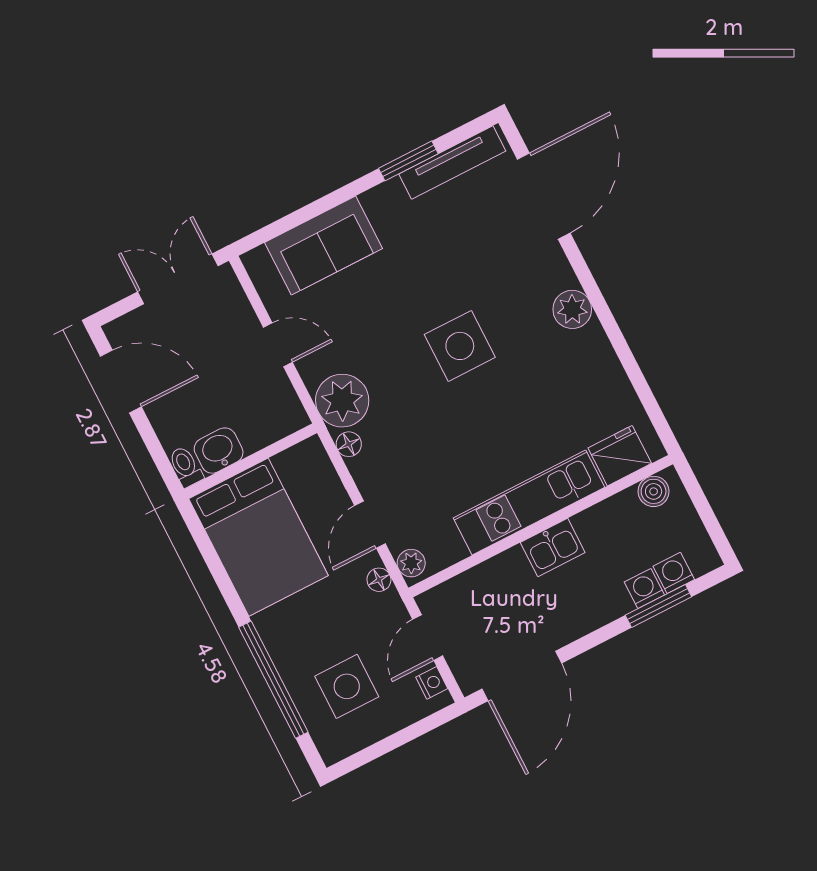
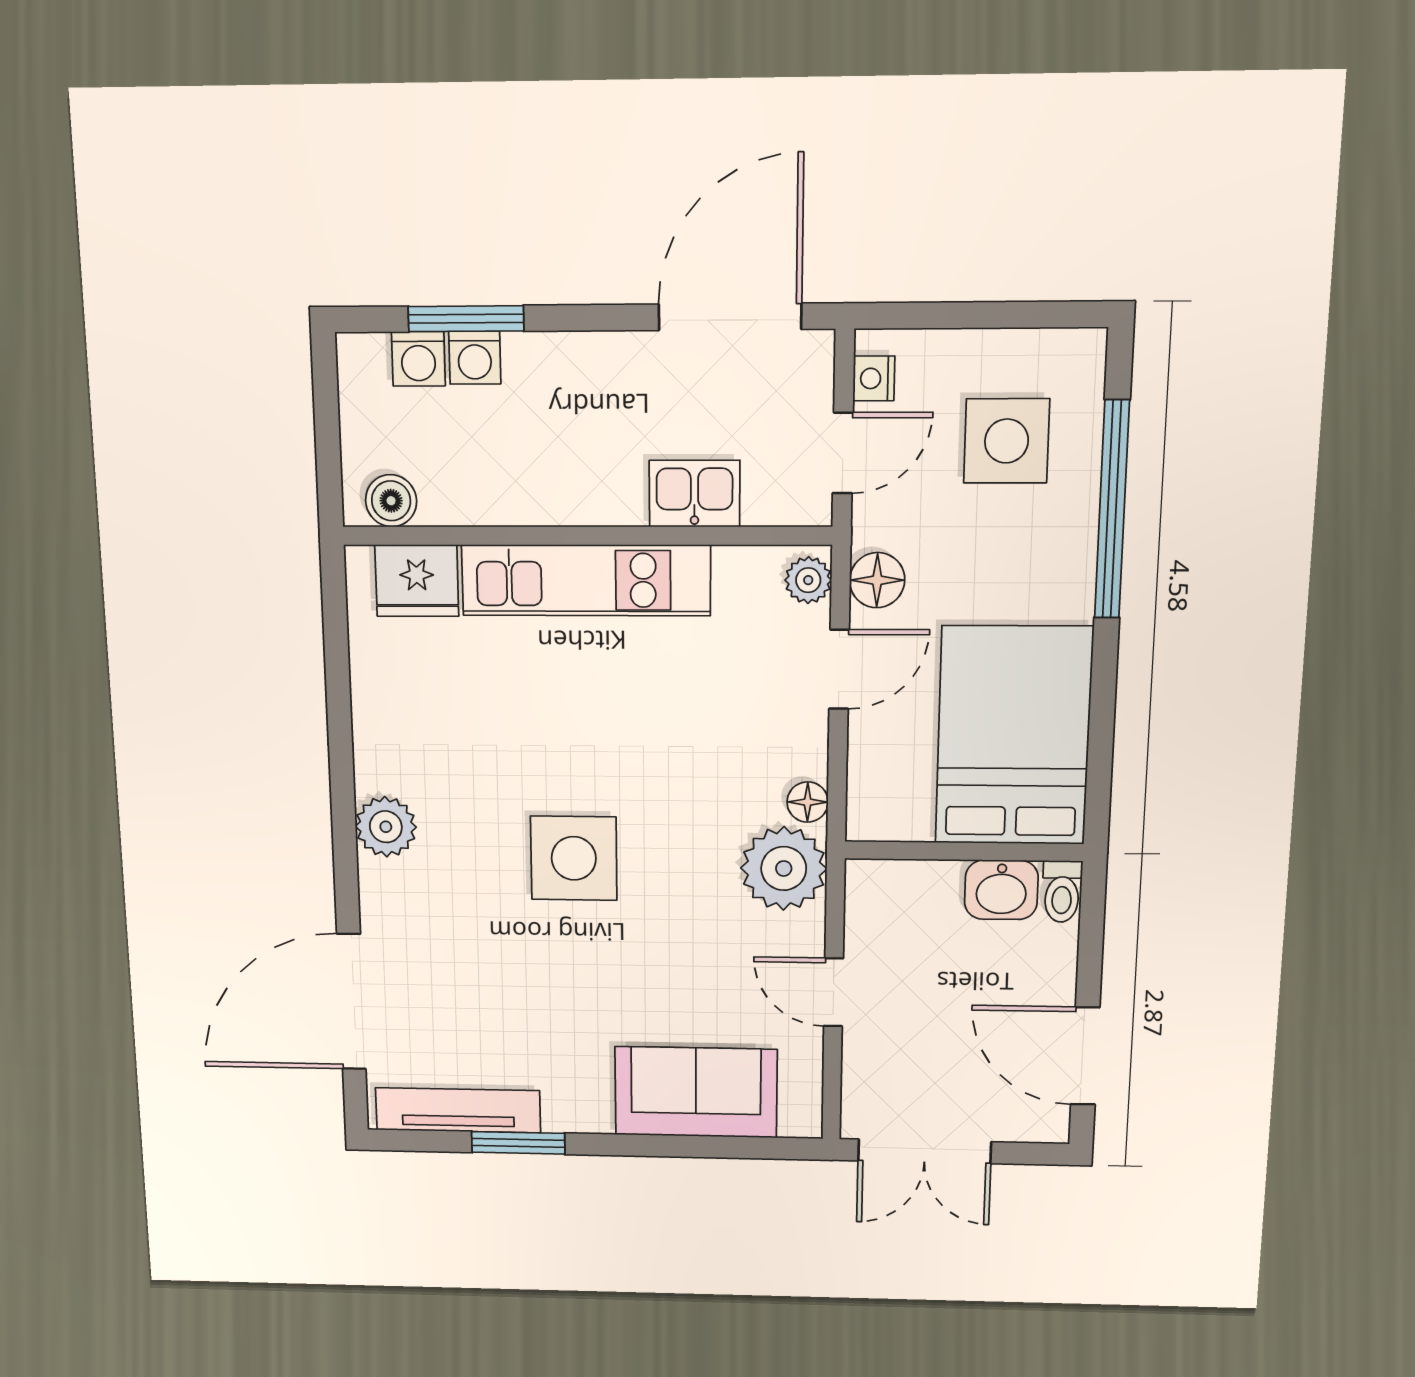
kitchen sink: (553, 547) -> (694, 494), moved
floor lamp: (379, 580) -> (877, 580), width x1.37, depth x1.37

